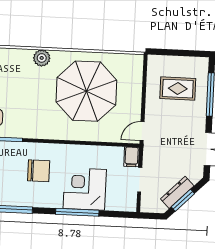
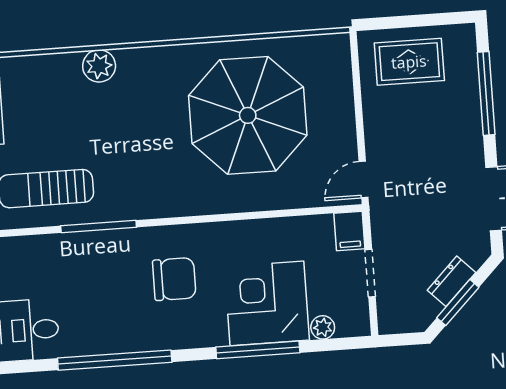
plant: (42, 58) -> (99, 66), moved
rug: (178, 89) -> (409, 62), moved
dresser: (177, 192) -> (451, 281), width x0.70
plant: (112, 205) -> (323, 327), added

